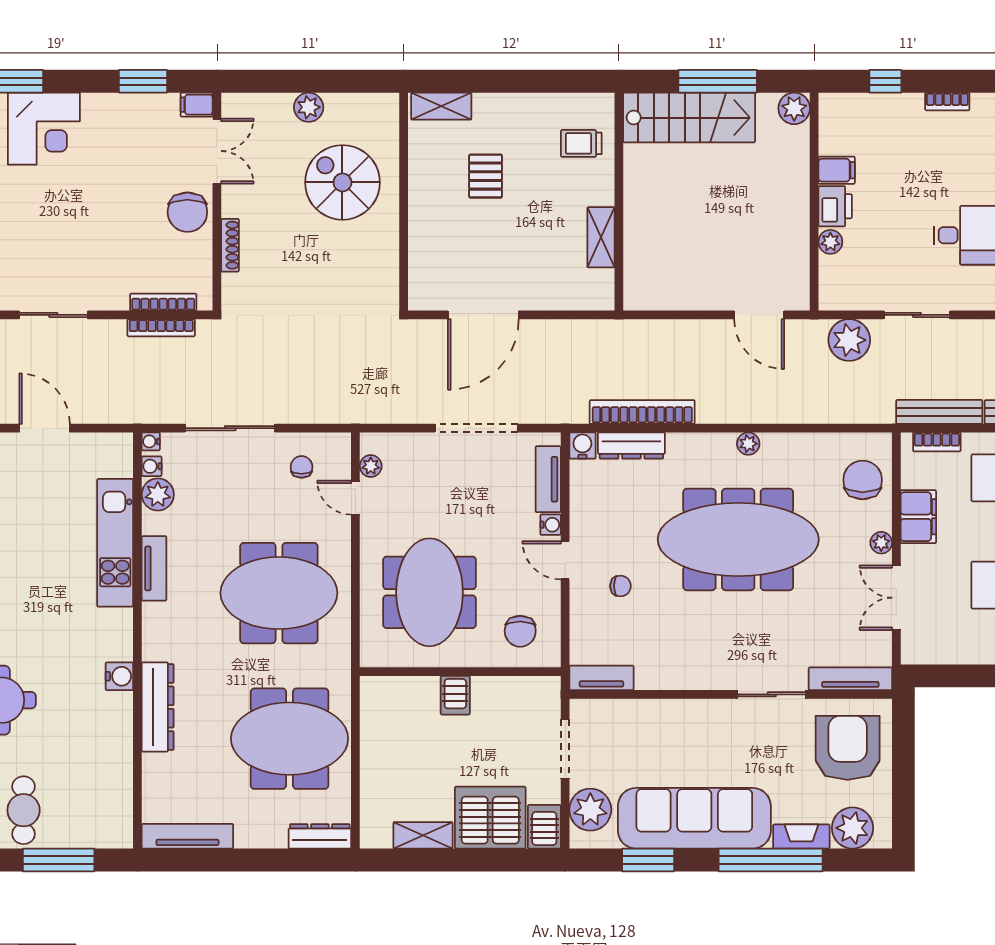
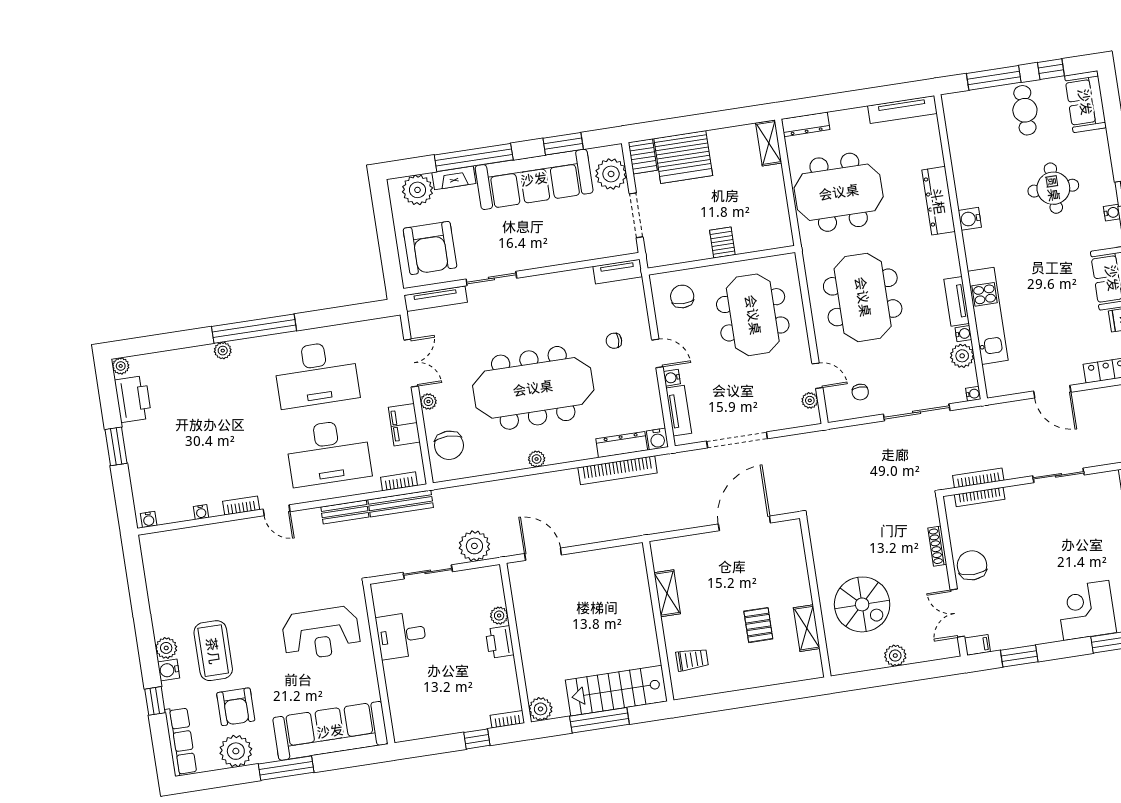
bookcase: (947, 101) -> (507, 719), moved
shelving: (441, 106) -> (807, 628), moved, turned 90
filing cabinet: (837, 170) -> (503, 669), removed
water cooler: (152, 466) -> (963, 334), moved
meeting table: (279, 593) -> (863, 297), turned 90
shelving: (423, 835) -> (769, 143), moved, turned 90

